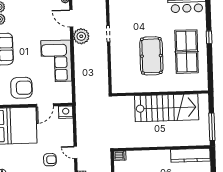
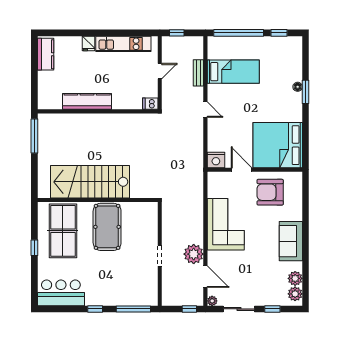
wall: (160, 93) -> (98, 200), moved
door: (45, 105) -> (242, 170), hinge flipped
stairs: (167, 108) -> (90, 182), moved
kitchen counter: (190, 155) -> (87, 101), moved
armchair: (50, 160) -> (238, 101), removed

